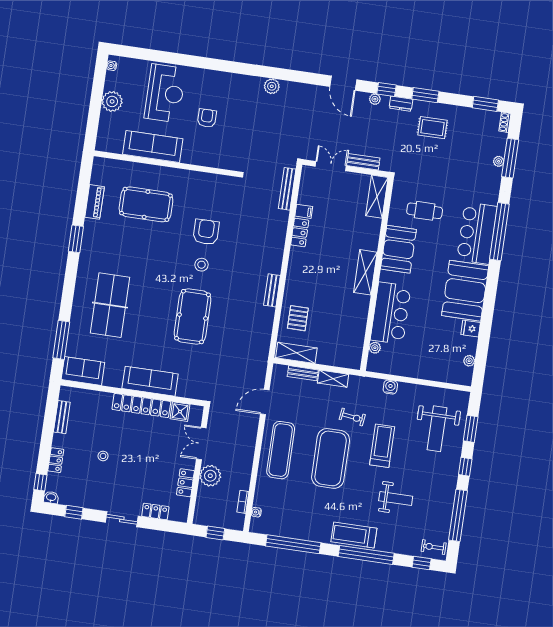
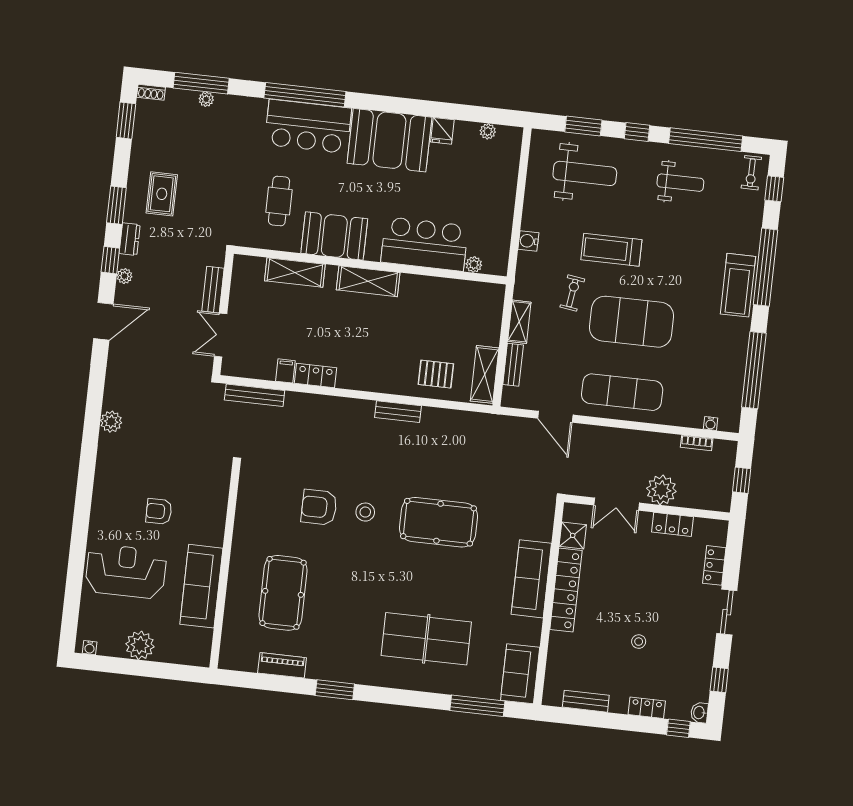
shelving: (377, 197) -> (295, 272), moved
weight bench: (396, 498) -> (680, 183), moved, turned 90

